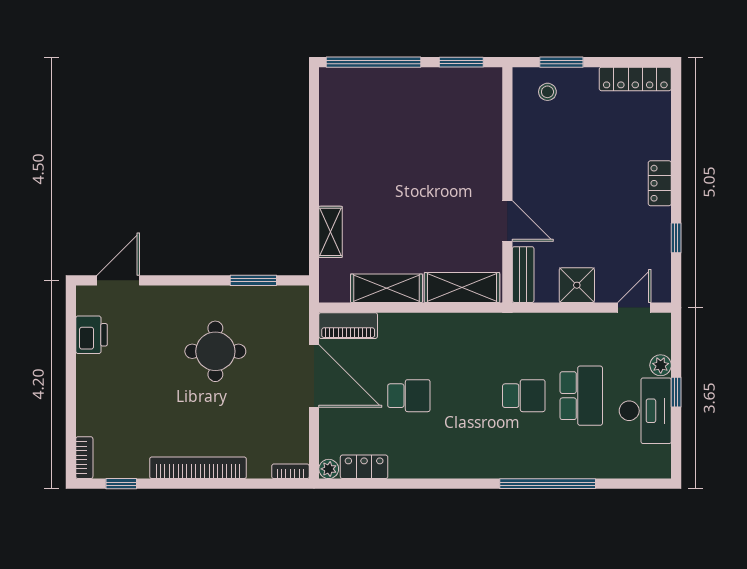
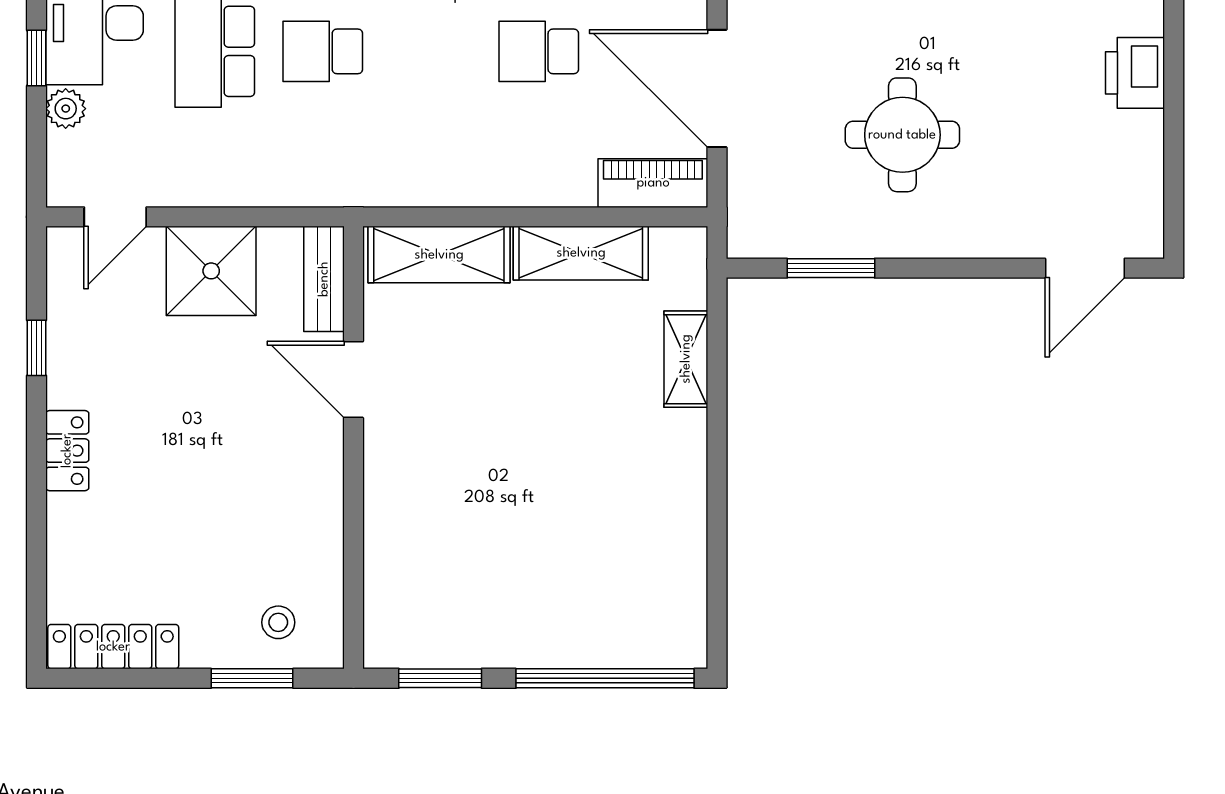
shower: (577, 285) -> (211, 271), width x1.36, depth x1.36
printer: (92, 335) -> (1135, 73), moved

